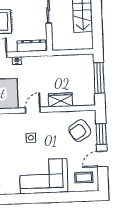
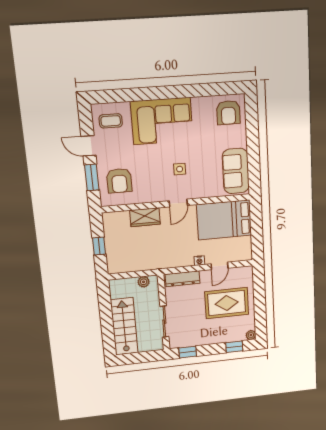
plant: (64, 45) -> (144, 282), added
window: (99, 78) -> (99, 246), width x0.46
armchair: (80, 131) -> (119, 181), turned 123
door: (102, 159) -> (89, 146), swing flipped

